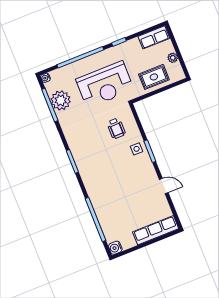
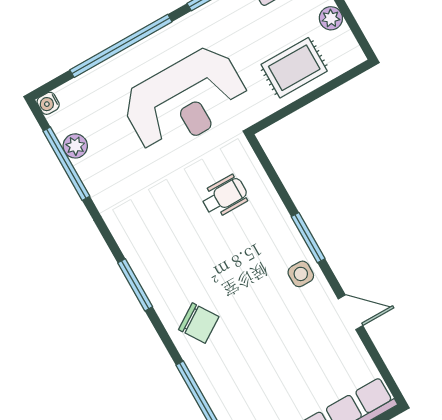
plant: (61, 100) -> (75, 146), width x0.53, depth x0.53
wheelchair: (116, 128) -> (225, 196), turned -90
side table: (137, 149) -> (301, 274), moved
chair: (98, 182) -> (199, 323), added

